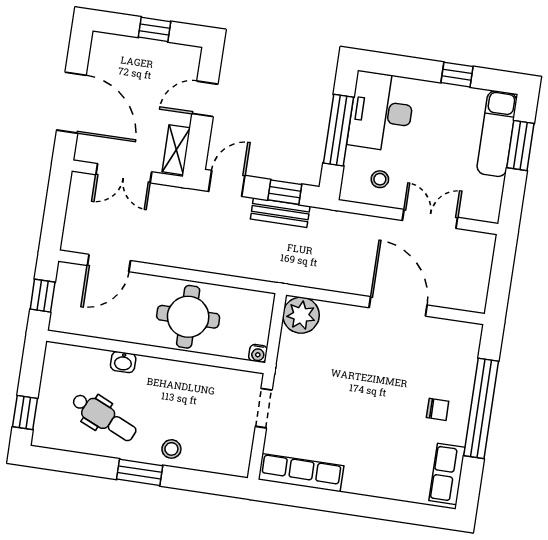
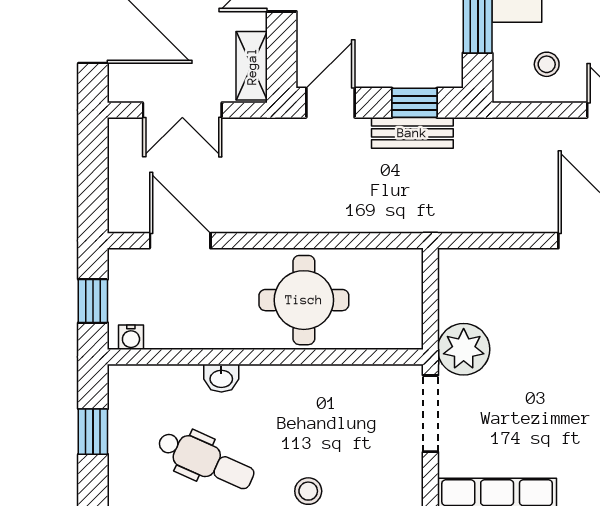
door: (109, 263) -> (180, 241), swing flipped
plant: (301, 315) -> (464, 349), moved
water cooler: (258, 353) -> (131, 337), moved
doorway: (264, 408) -> (430, 414), width x1.38
window: (25, 413) -> (93, 432), moved

